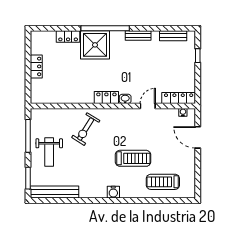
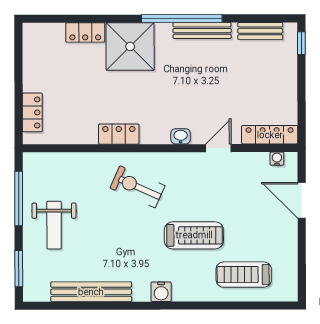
window: (105, 28) -> (182, 19), moved
bench: (138, 35) -> (202, 31), width x1.36
window: (198, 56) -> (301, 43), moved
locker: (36, 66) -> (32, 112), moved
locker: (106, 97) -> (119, 134), moved
exercise bike: (86, 129) -> (137, 187), moved, turned 82
bench: (55, 192) -> (91, 292), moved

